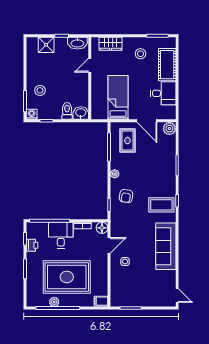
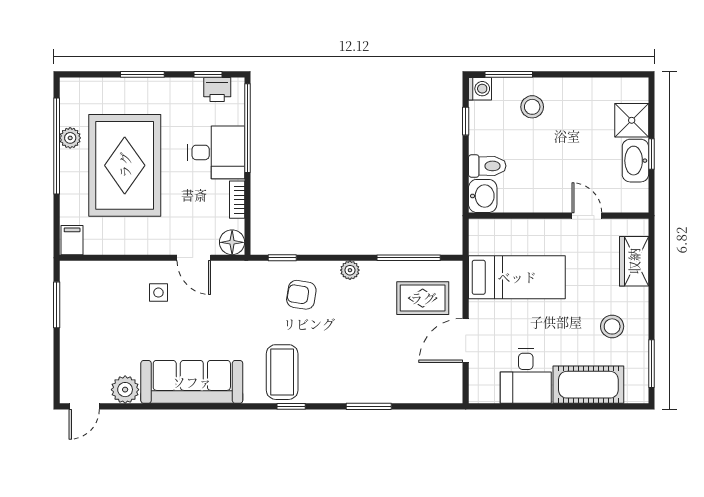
washbasin: (77, 43) -> (635, 161), moved
plant: (169, 129) -> (125, 390), moved
printer: (32, 245) -> (217, 90), moved

